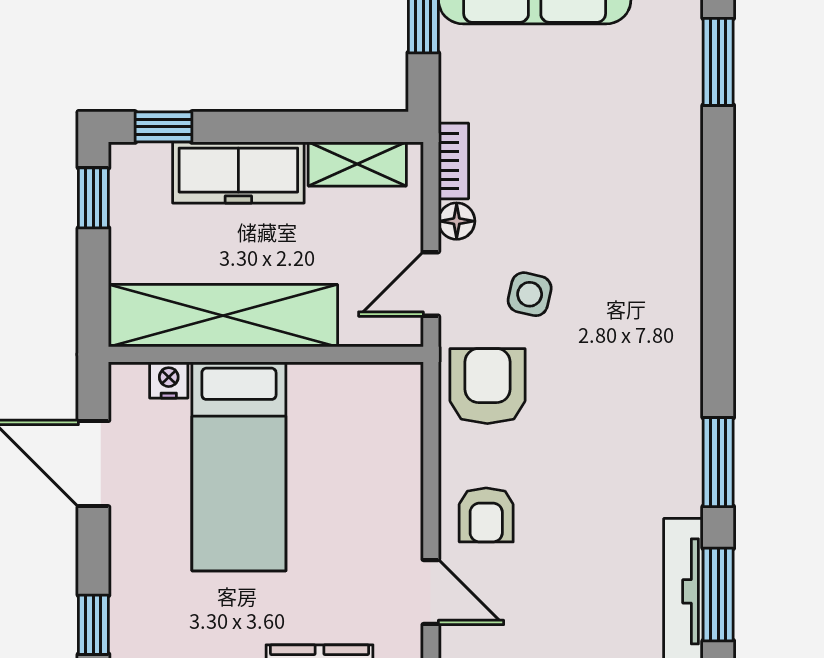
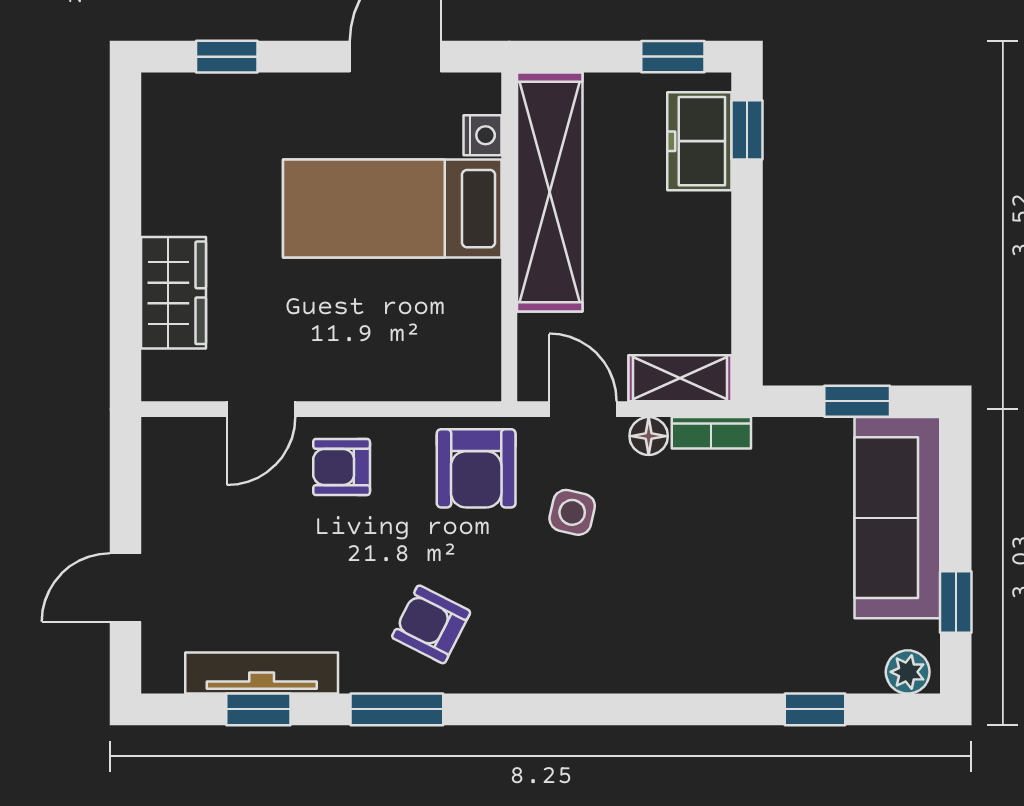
window: (718, 62) -> (815, 709), width x0.67
shelving: (357, 164) -> (680, 378), moved, turned 90
freezer: (238, 173) -> (699, 141), moved, width x0.71
armchair: (487, 386) -> (476, 468), turned 90
armchair: (637, 429) -> (431, 624), added
window: (718, 595) -> (258, 709), width x0.67

